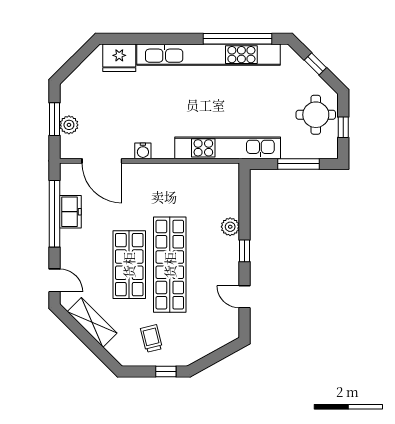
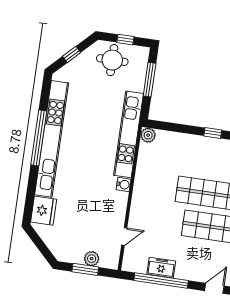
window: (237, 39) -> (39, 138), moved
water cooler: (143, 151) -> (124, 185), moved
door: (102, 161) -> (124, 237), width x0.53
plant: (230, 227) -> (148, 135), moved

